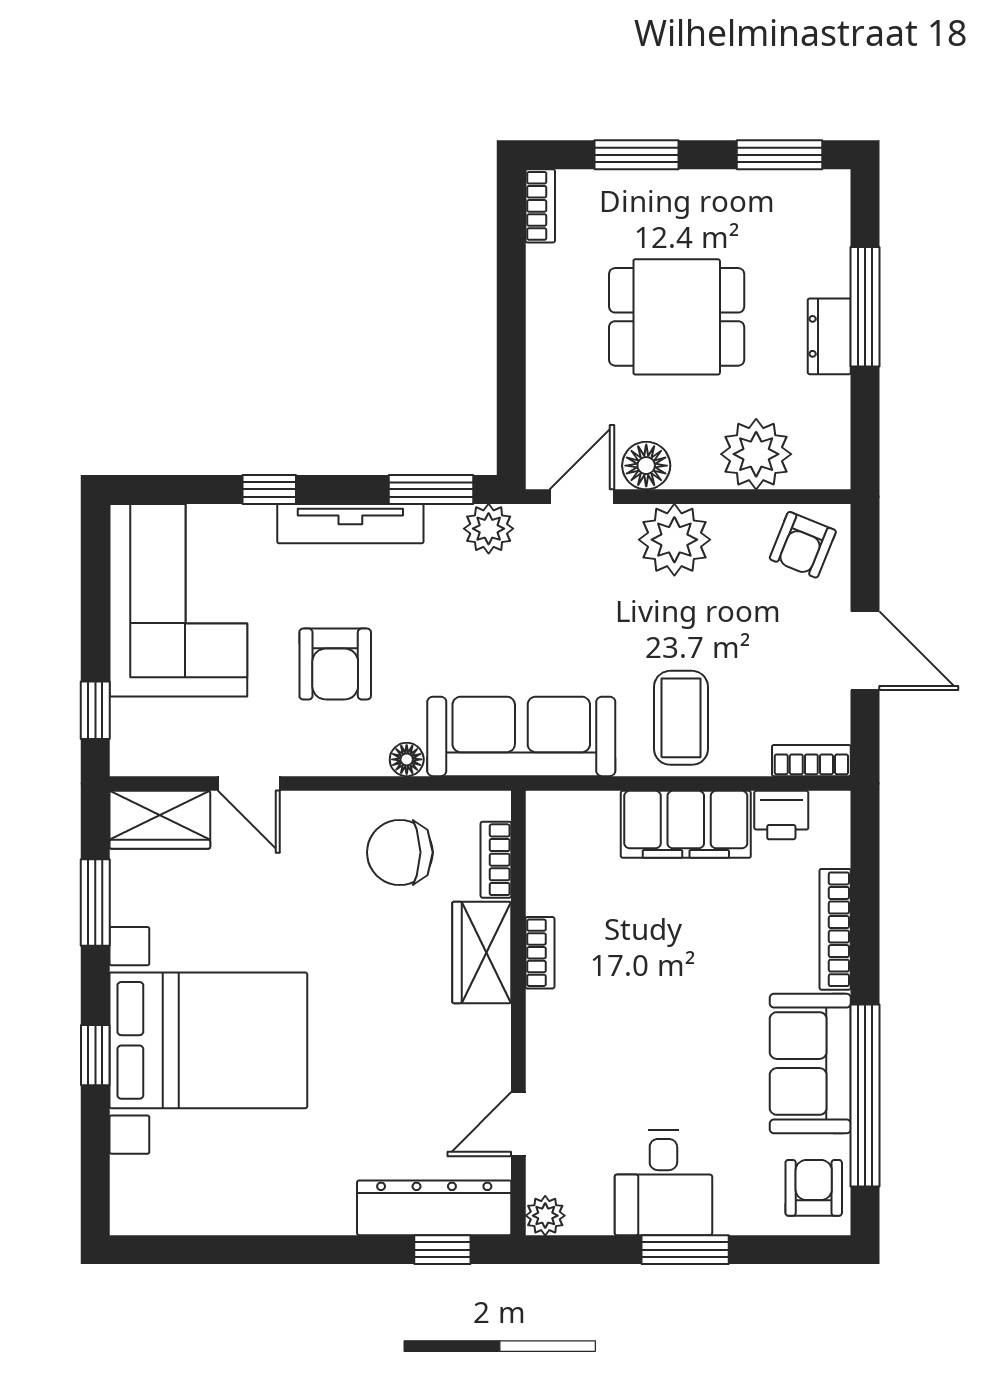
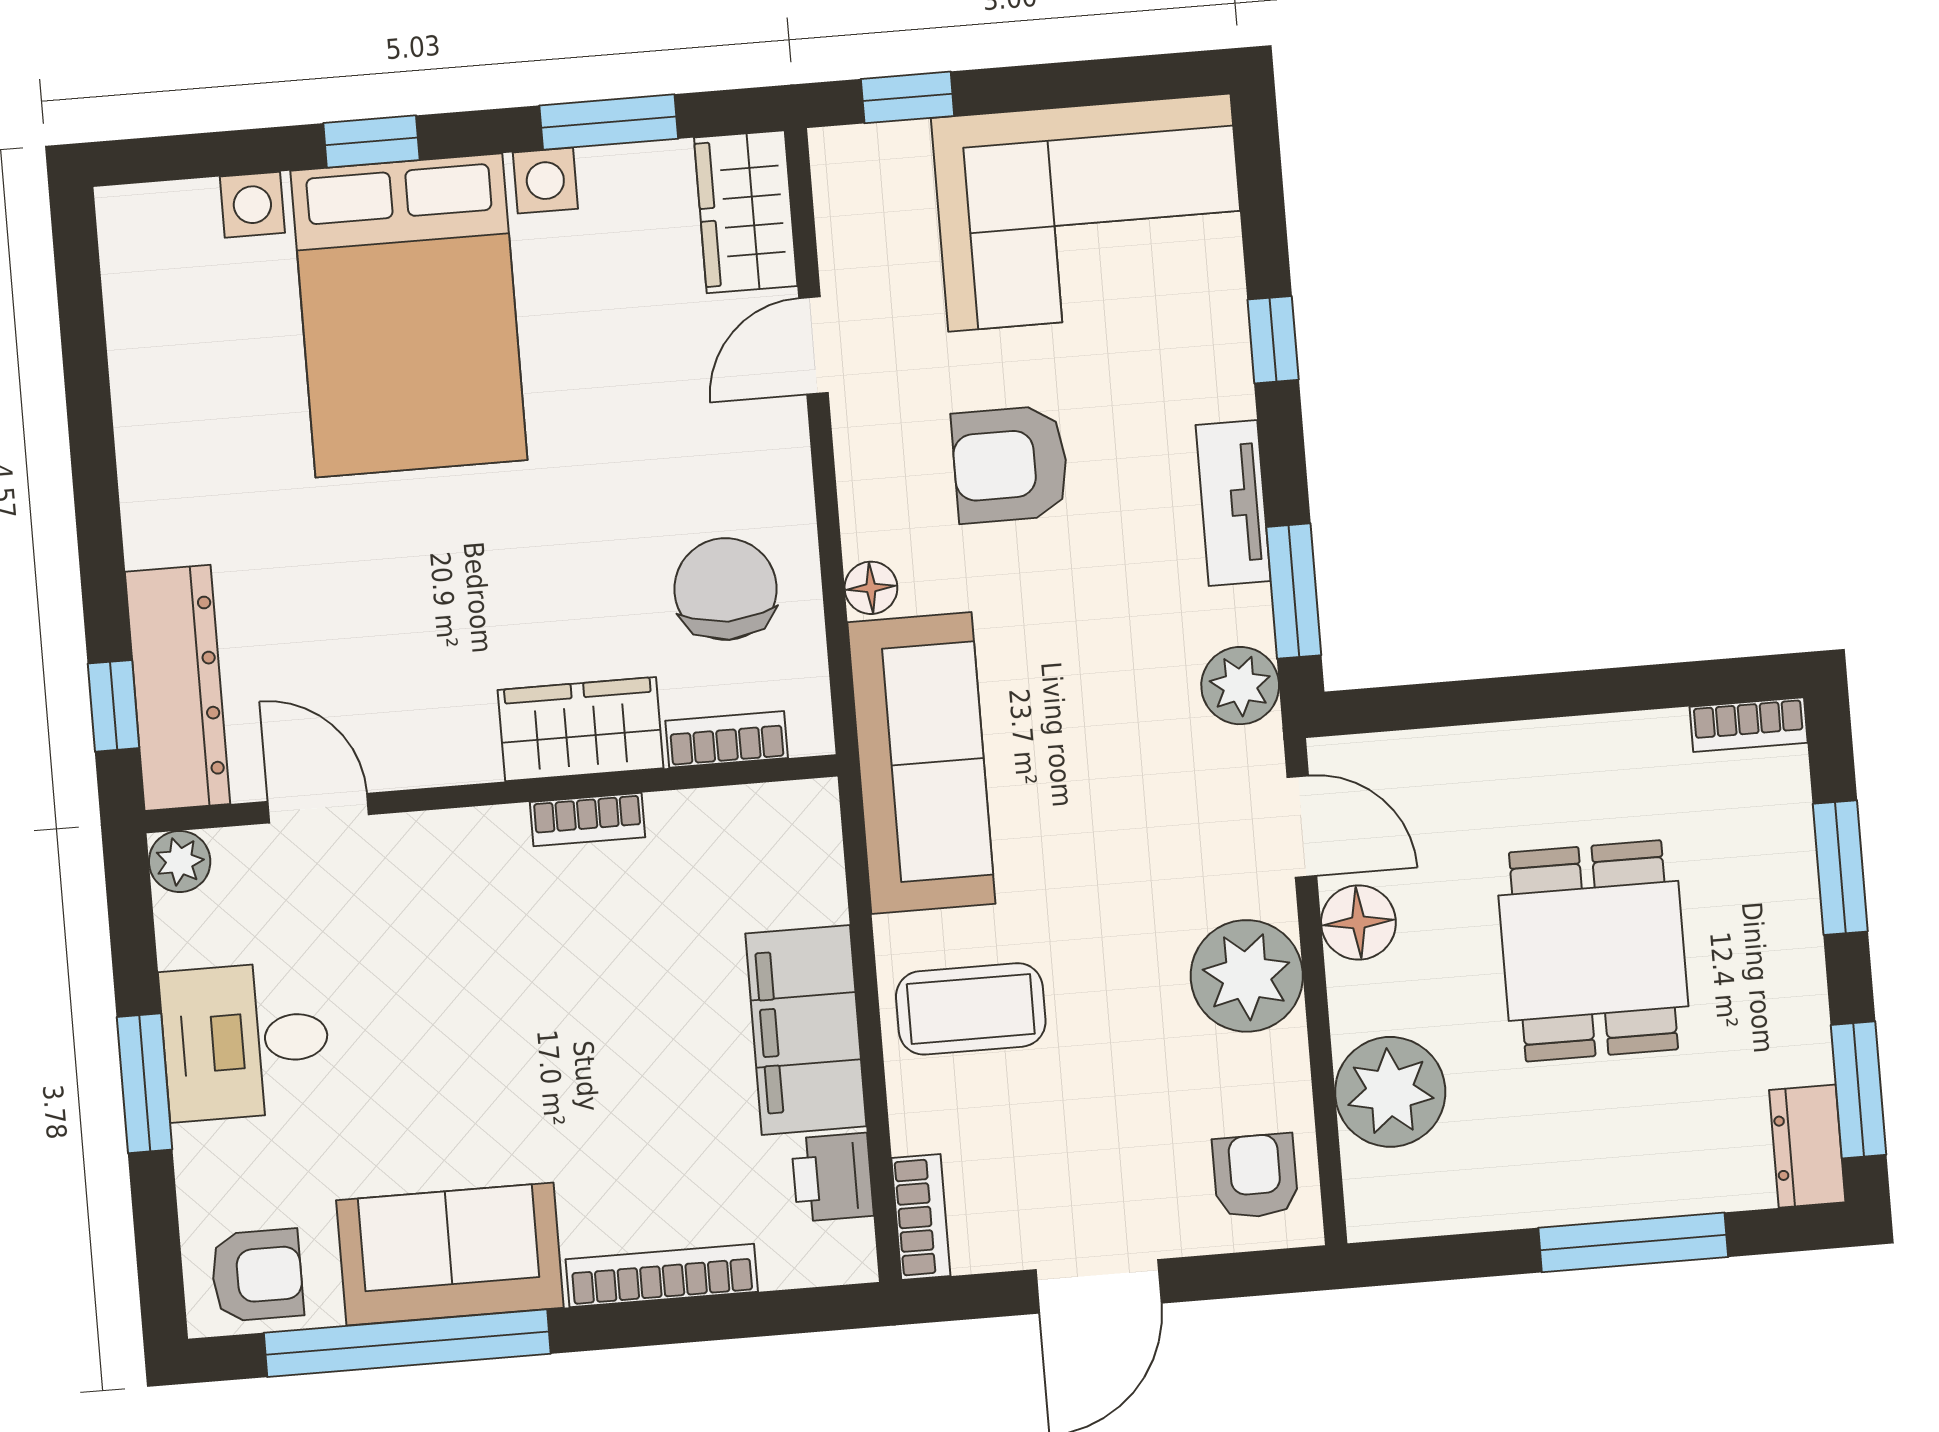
dresser: (829, 336) -> (1807, 1146), moved, turned -90
tv unit: (350, 524) -> (1233, 503), width x0.71
armchair: (803, 545) -> (1255, 1176), turned 68

